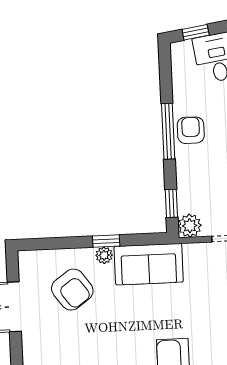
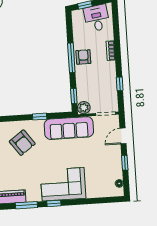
plant: (104, 255) -> (39, 124), removed
sofa: (149, 264) -> (69, 128), width x1.36

